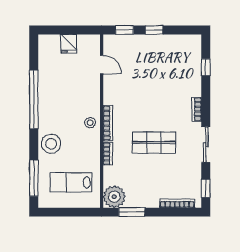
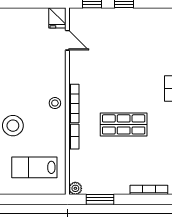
fridge: (69, 44) -> (57, 18), moved
plant: (114, 197) -> (75, 188), width x0.53, depth x0.53

